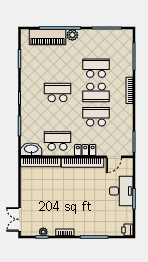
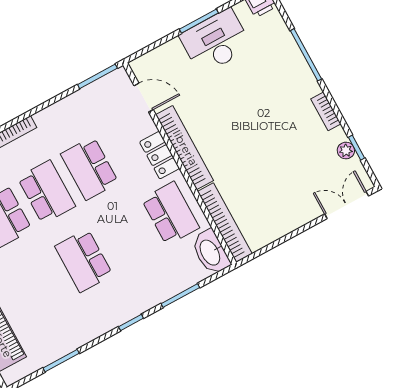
school desk: (57, 141) -> (170, 213), turned 180
desk: (121, 191) -> (216, 41), moved
double door: (20, 219) -> (347, 205), swing flipped

